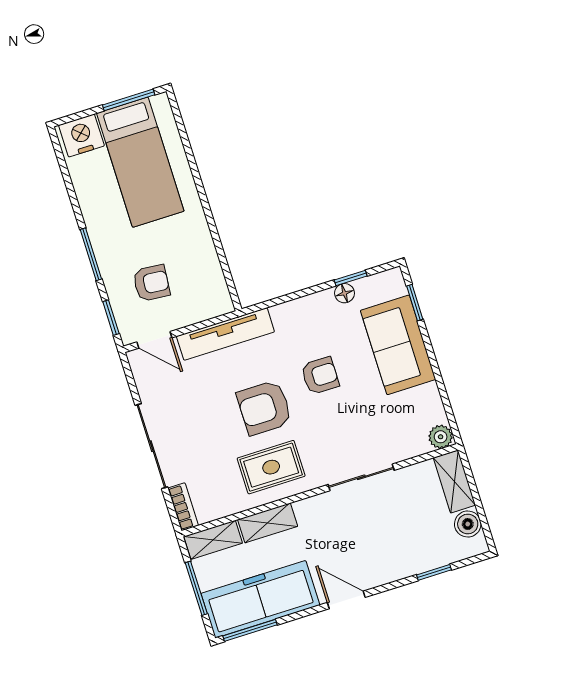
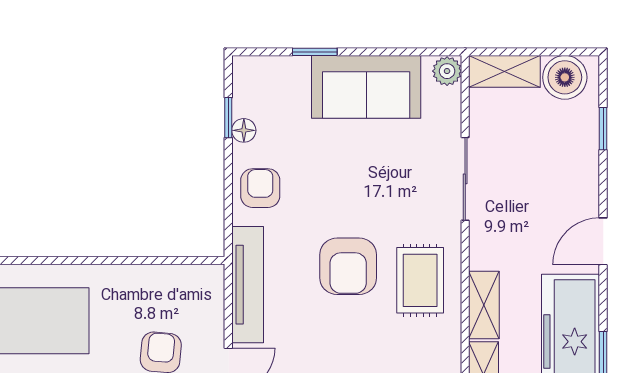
window: (415, 303) -> (315, 52), moved
sofa: (398, 345) -> (366, 87), moved
armchair: (320, 376) -> (260, 188), moved
boiler: (468, 524) -> (565, 77), width x1.36, depth x1.36

